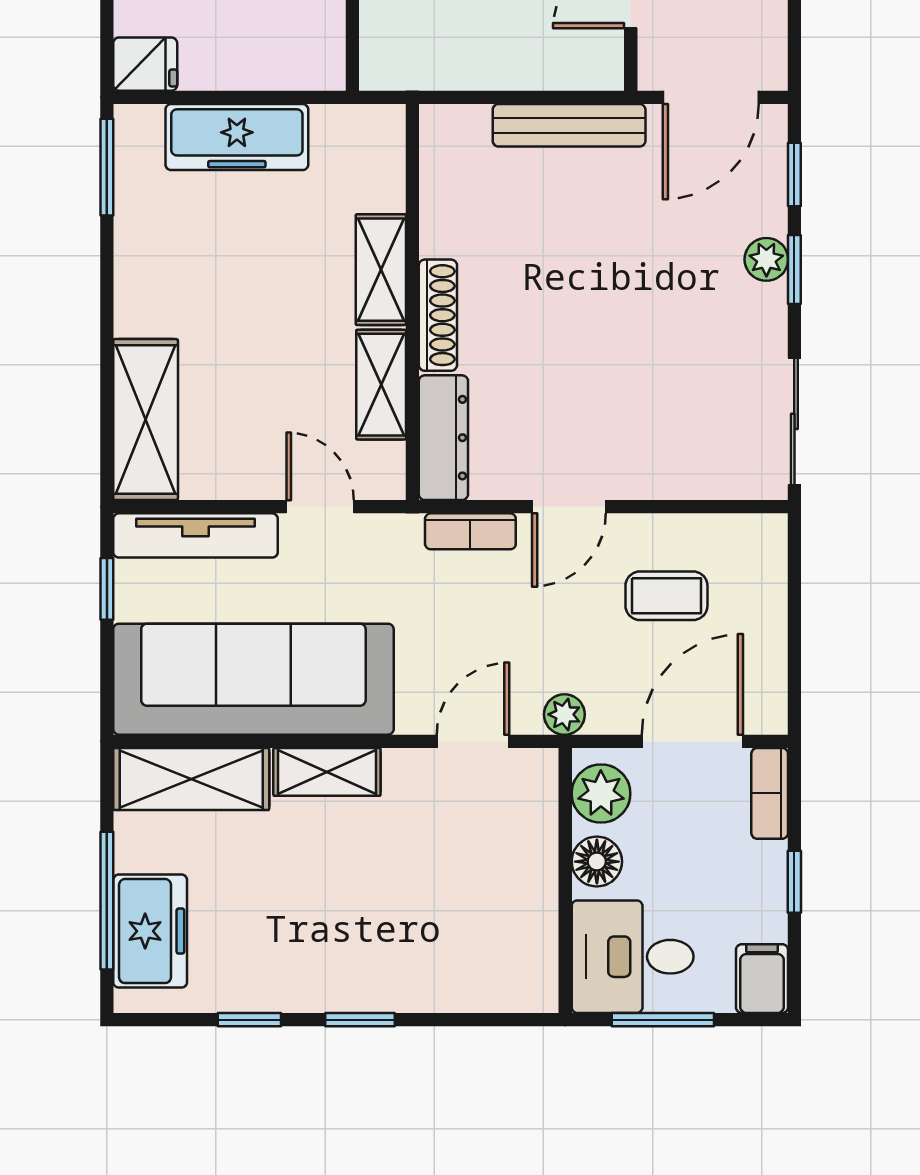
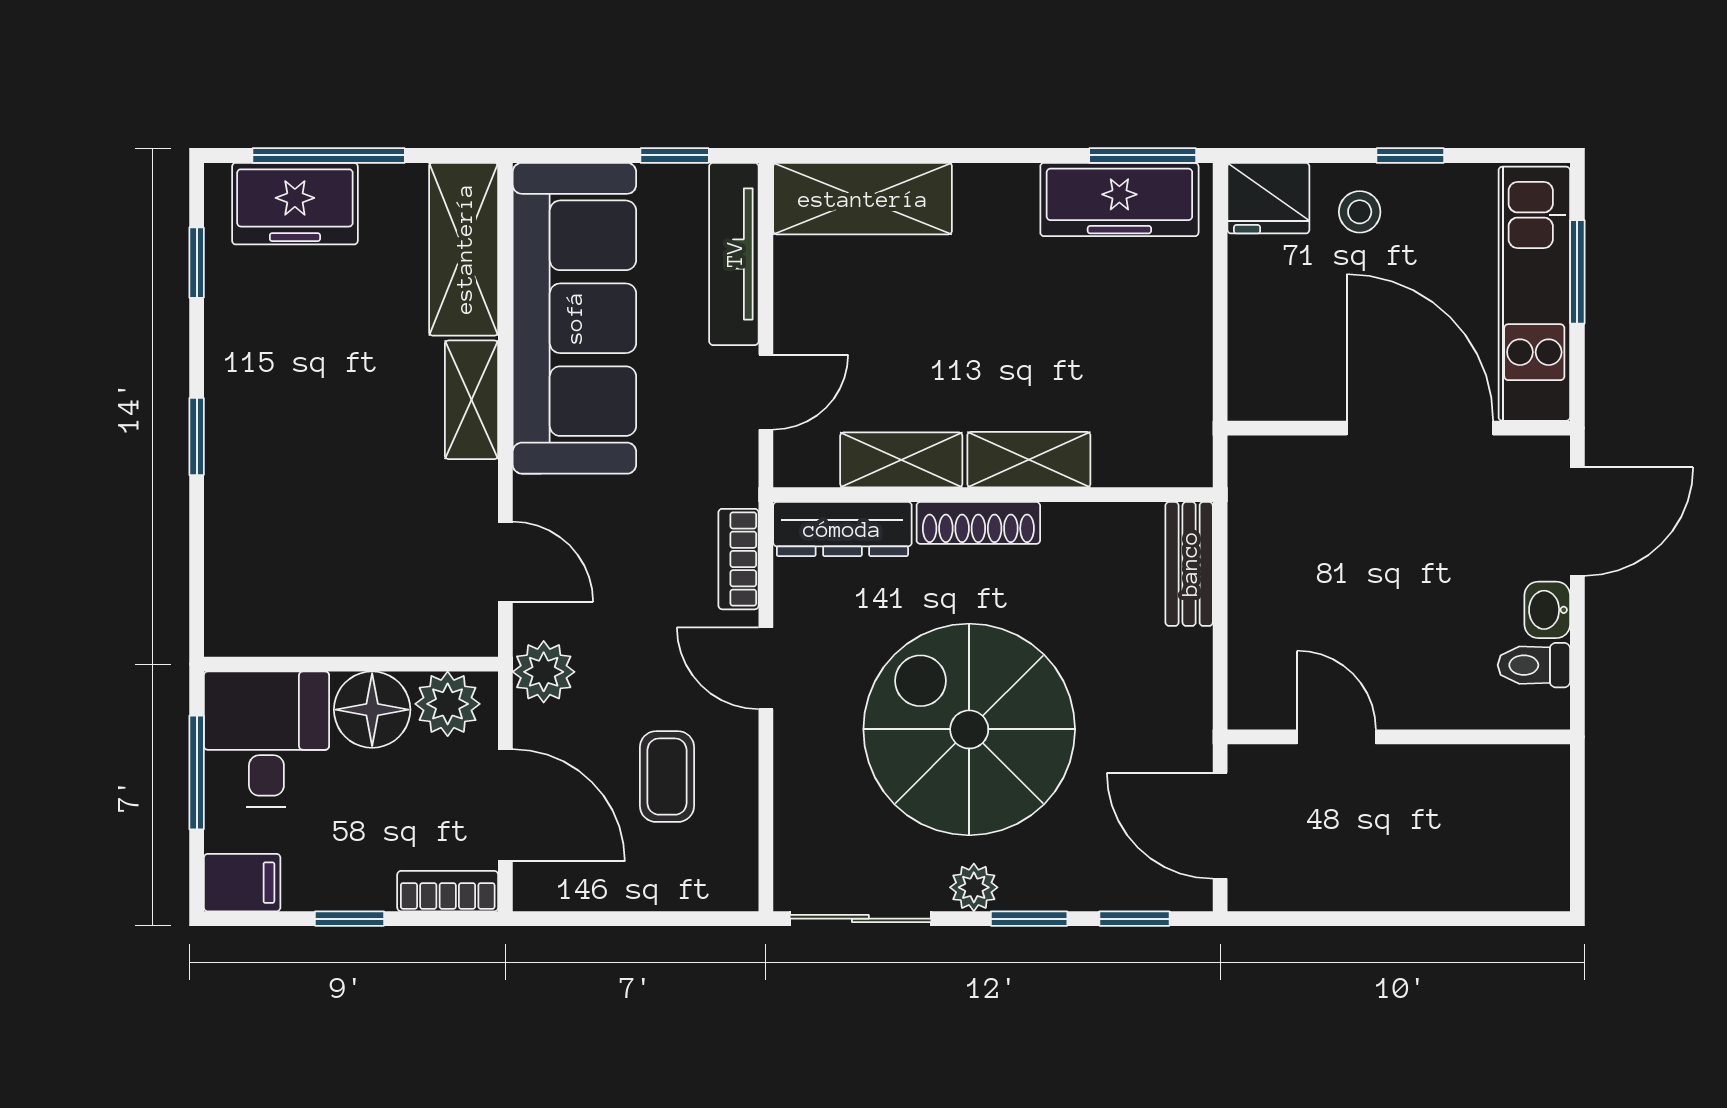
fridge: (145, 64) -> (1268, 198), width x1.38
bench: (569, 125) -> (1189, 564), moved, width x0.73
freezer: (237, 137) -> (1119, 200), moved, turned -90
plant: (766, 259) -> (974, 887), moved
spiral stairs: (624, 323) -> (969, 729), added
plant: (564, 714) -> (544, 672), width x1.38, depth x1.38
floor lamp: (597, 862) -> (372, 710), width x1.38, depth x1.38
window: (249, 1020) -> (197, 263), moved

